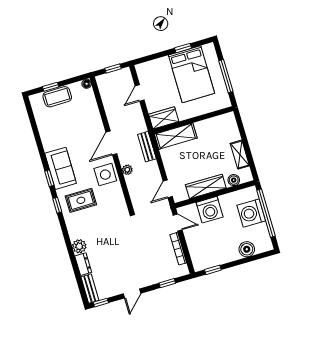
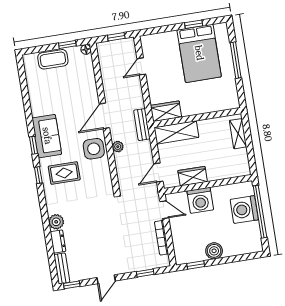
window: (51, 87) -> (67, 44), moved
wardrobe: (164, 118) -> (166, 111), moved
wall: (193, 120) -> (197, 118), moved
shelving: (176, 136) -> (176, 132), moved
shelving: (240, 155) -> (238, 134), moved
boiler: (234, 180) -> (230, 172), removed
wardrobe: (206, 186) -> (193, 176), width x0.67
boiler: (247, 249) -> (214, 251), moved

